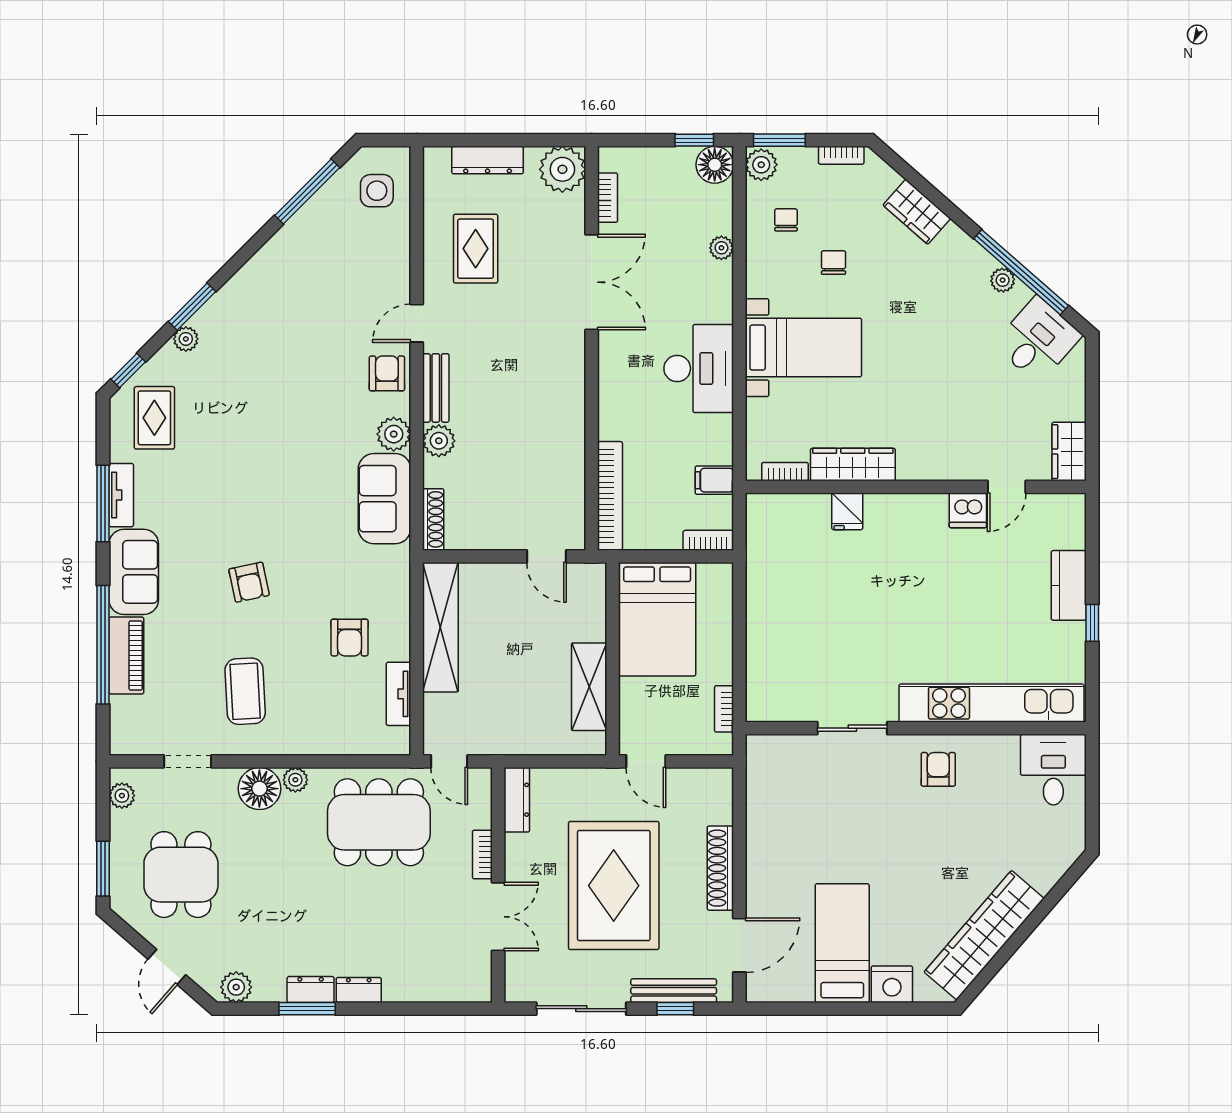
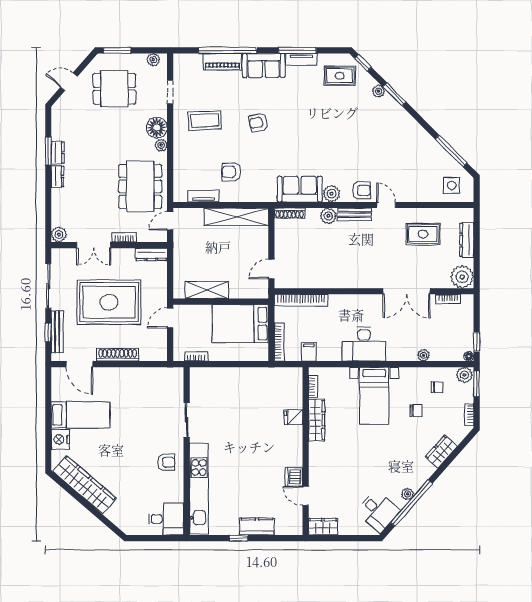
floor lamp: (715, 165) -> (469, 356), width x0.53, depth x0.53
bookcase: (708, 540) -> (279, 342), width x1.56
plant: (236, 987) -> (59, 235), moved

